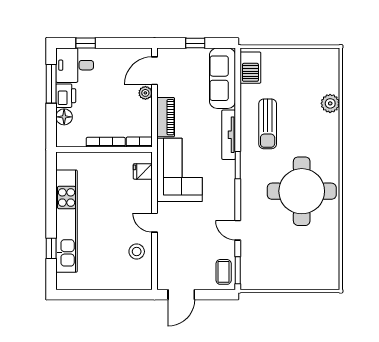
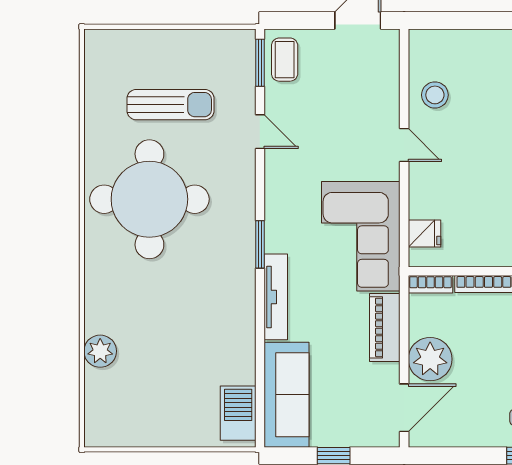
plant: (145, 93) -> (430, 359), width x1.88, depth x1.88
sun lounger: (268, 124) -> (171, 105), moved, turned 90

